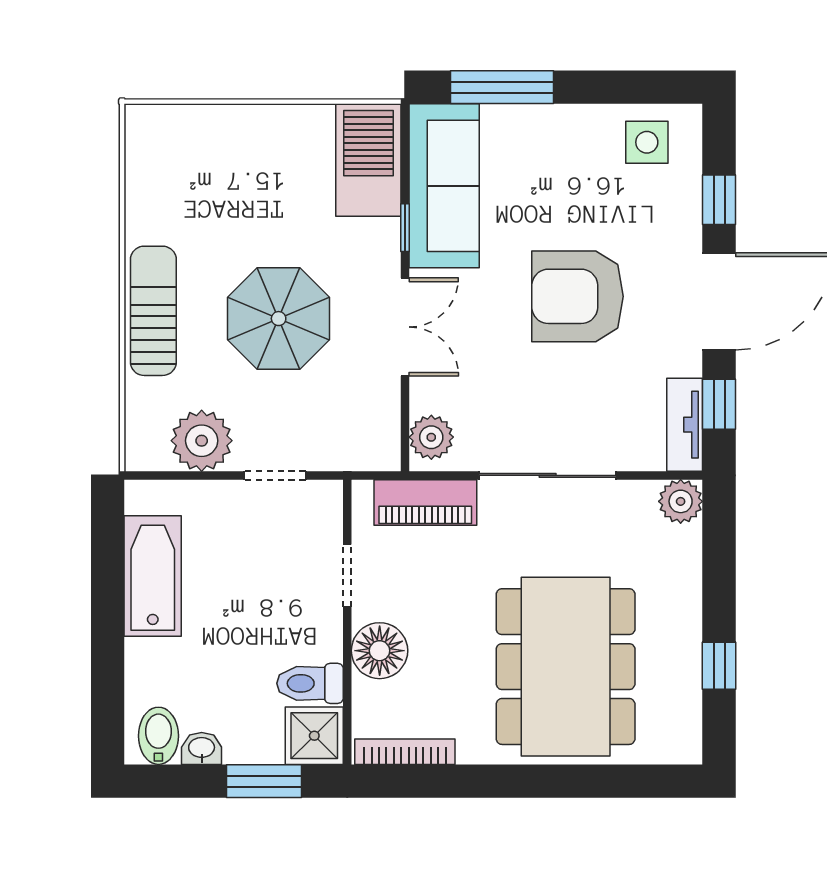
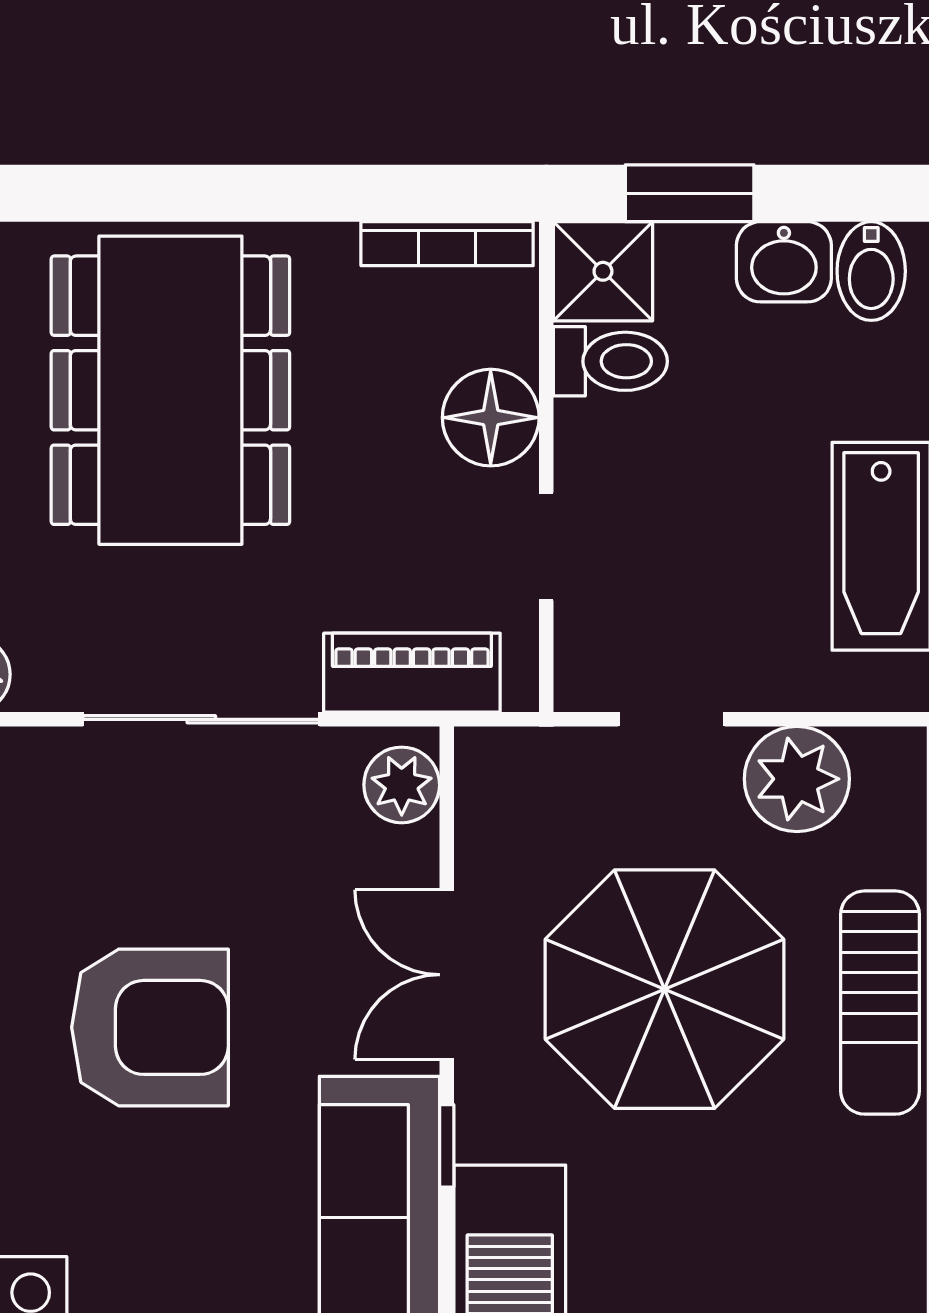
parasol: (279, 319) -> (665, 989), width x1.36, depth x1.36
washbasin: (202, 748) -> (784, 262), width x1.38, depth x1.45

